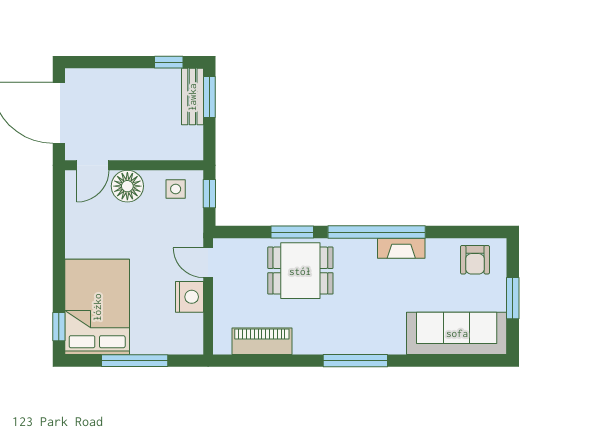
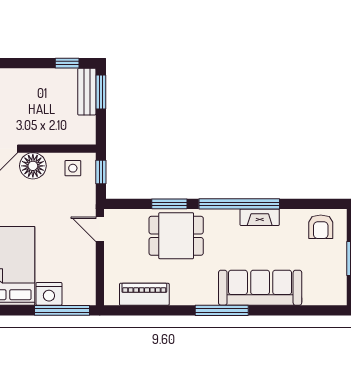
nightstand: (189, 297) -> (49, 294), moved, turned 90
sofa: (457, 333) -> (260, 288), moved
window: (135, 361) -> (62, 310), moved

